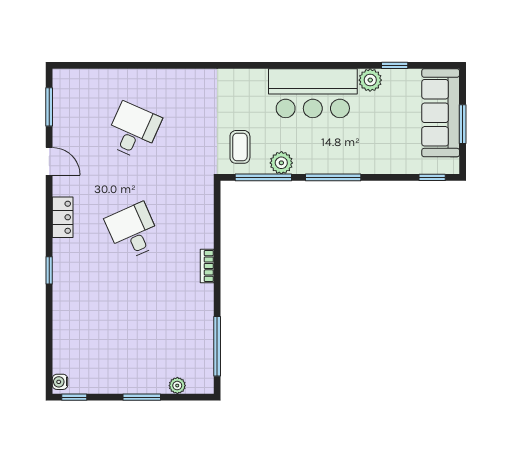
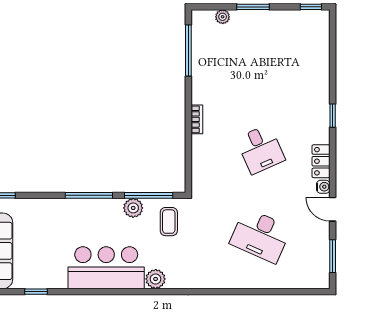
plant: (370, 80) -> (156, 279), moved
desk: (133, 131) -> (260, 236), width x1.37
water cooler: (60, 382) -> (323, 187), moved

